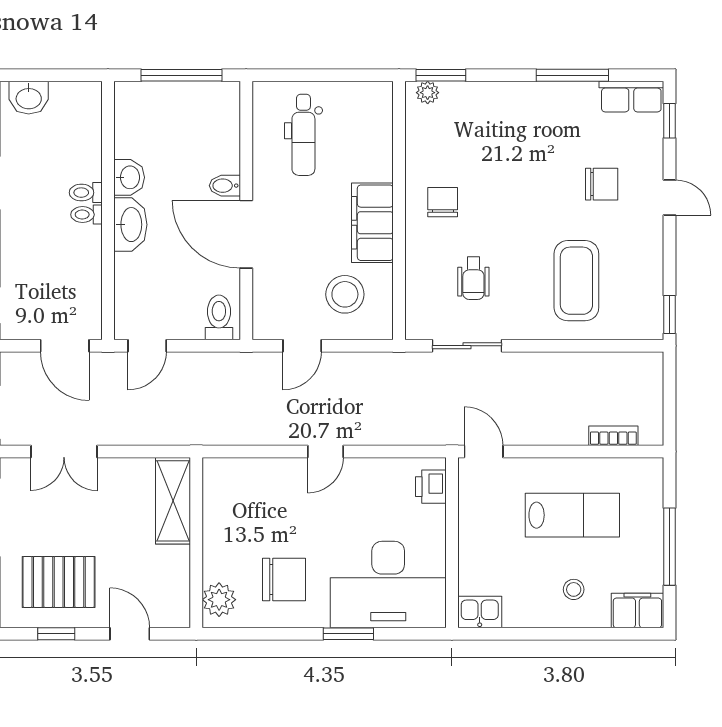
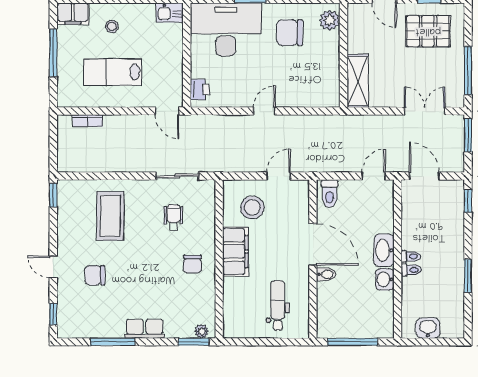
row of seats: (631, 97) -> (145, 329), moved
washbasin: (29, 98) -> (428, 328), moved

